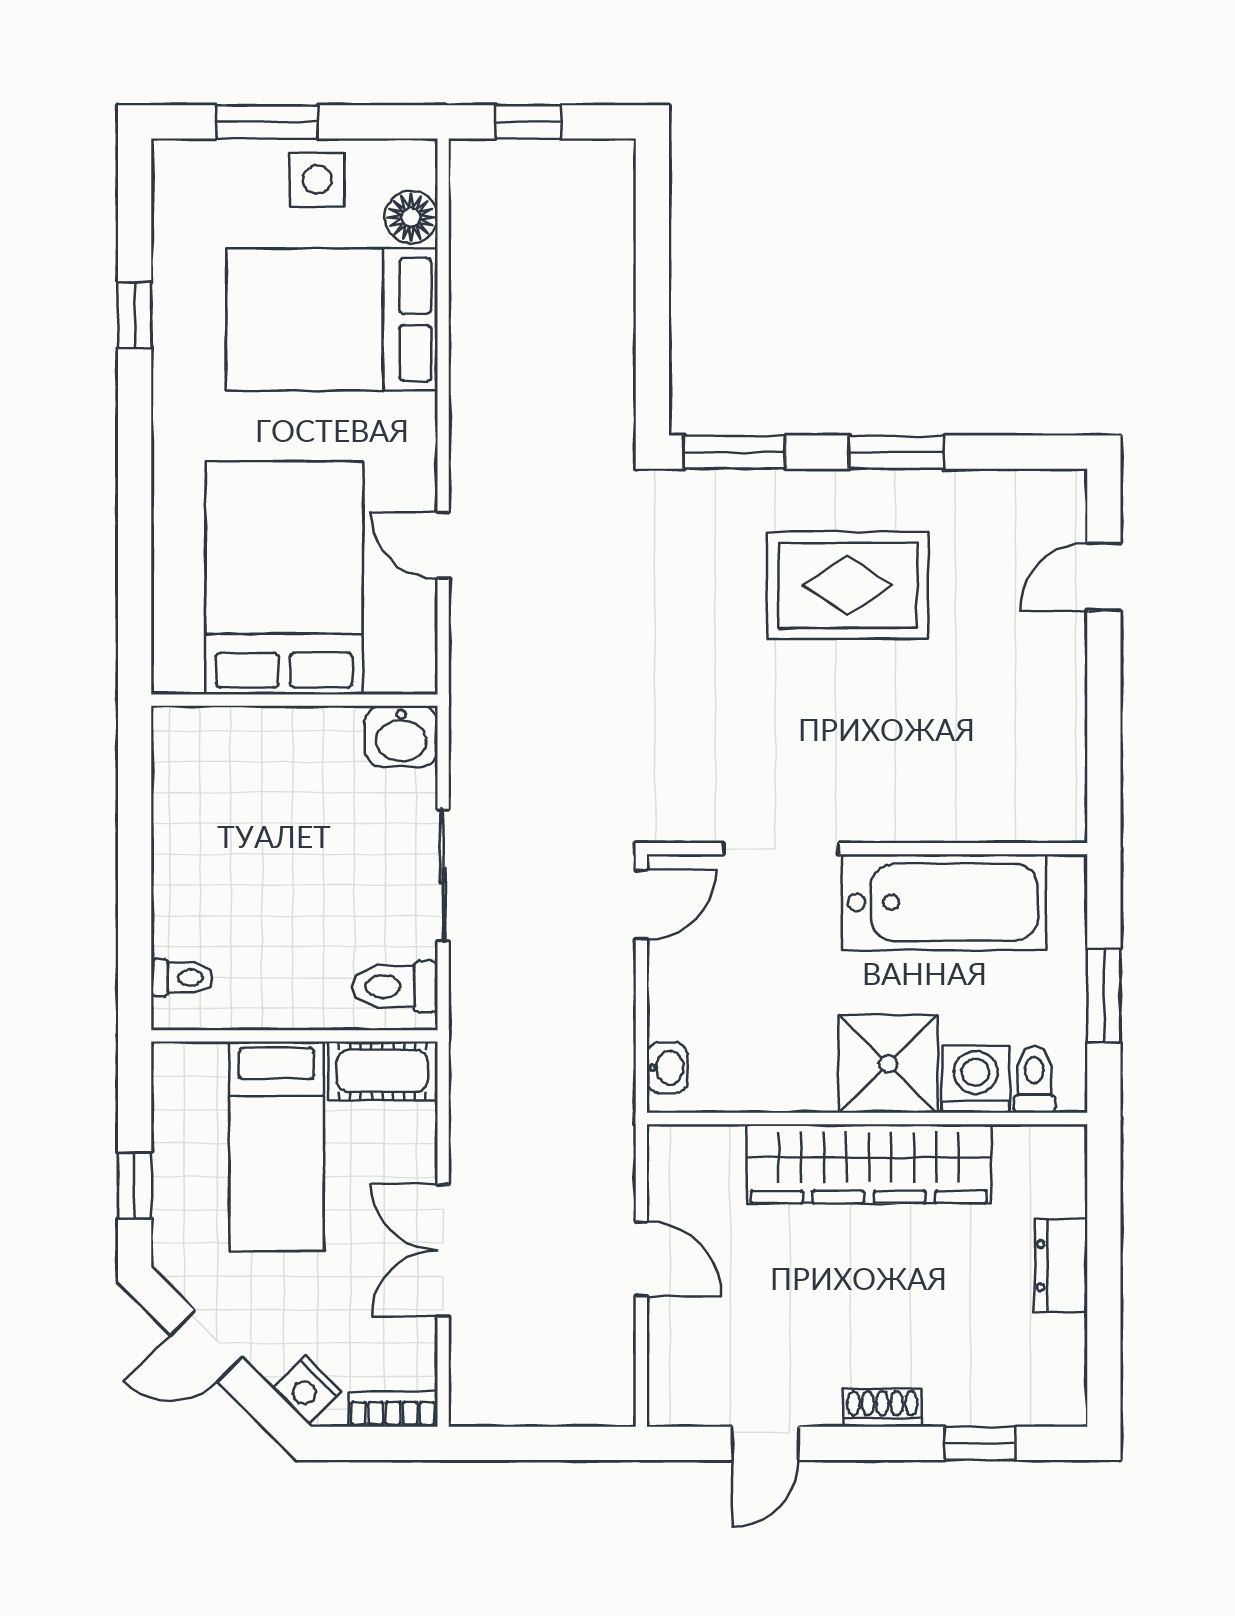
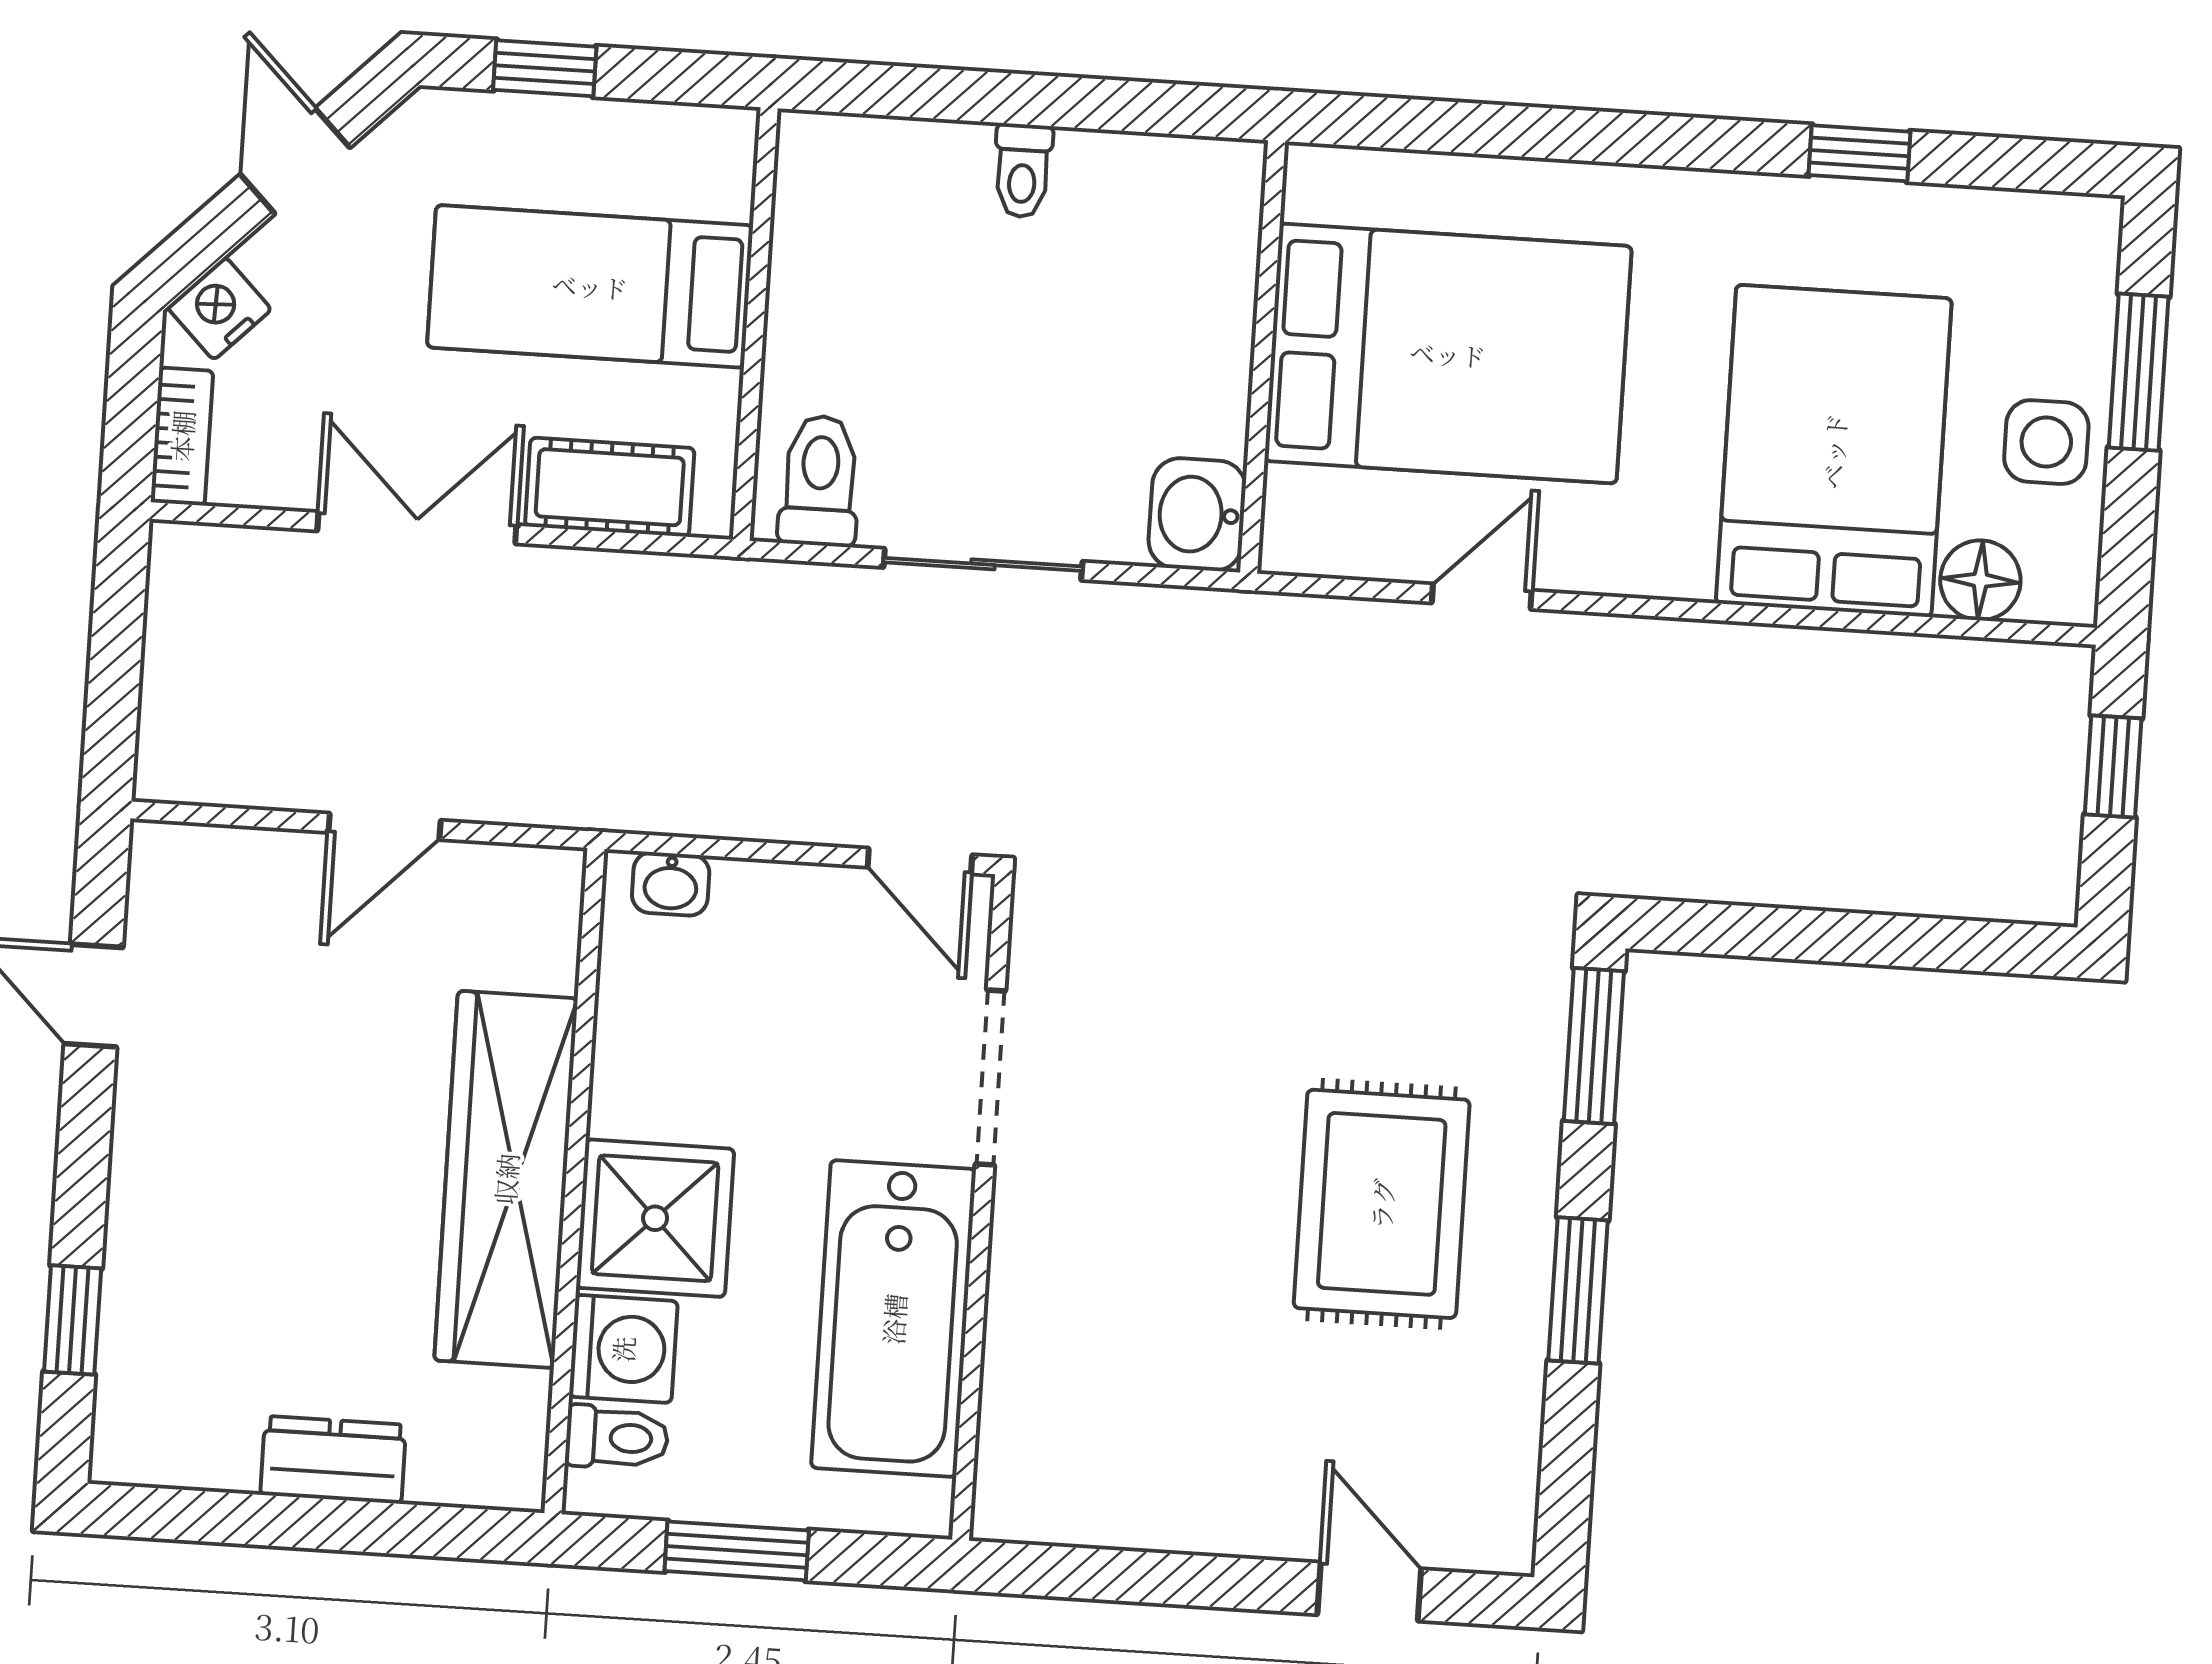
toilet: (182, 978) -> (1023, 171), moved
cot: (382, 1071) -> (610, 487), moved, turned 90
shoe rack: (882, 1408) -> (136, 1176), removed

